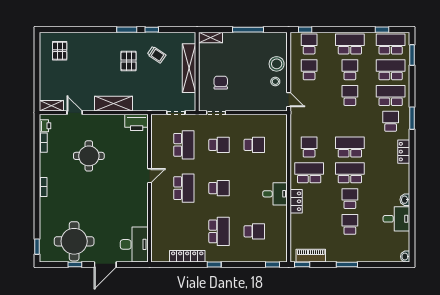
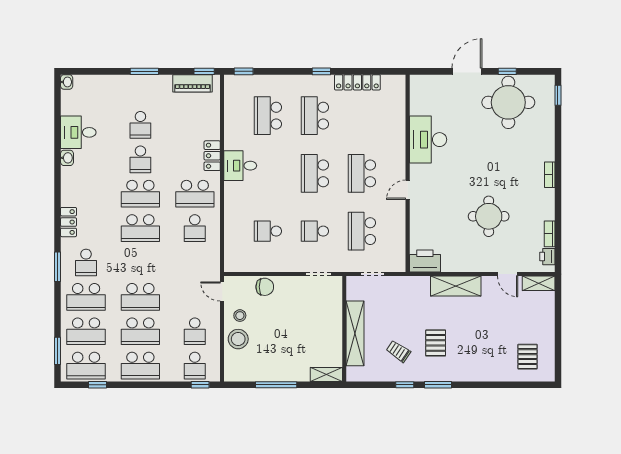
school desk: (350, 70) -> (140, 331), width x1.85
chair: (221, 83) -> (265, 287), moved, turned -90
school desk: (350, 96) -> (140, 297), width x1.85
school desk: (219, 188) -> (315, 173), width x1.85
school desk: (254, 231) -> (268, 116), width x1.85
desk: (134, 244) -> (428, 140), moved

